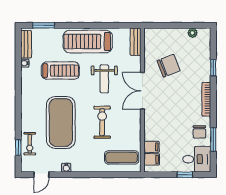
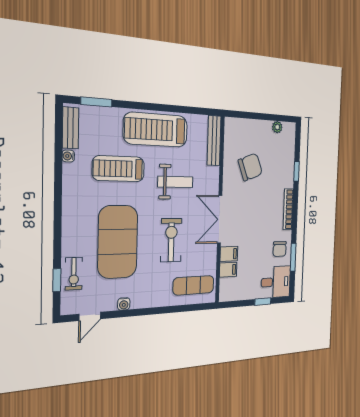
bench: (136, 42) -> (214, 141), width x1.36
treadmill: (60, 71) -> (119, 169), turned 180
weight bench: (104, 79) -> (175, 182), turned -90
double door: (142, 91) -> (220, 219), moved
filing cabinet: (152, 159) -> (229, 254), moved

